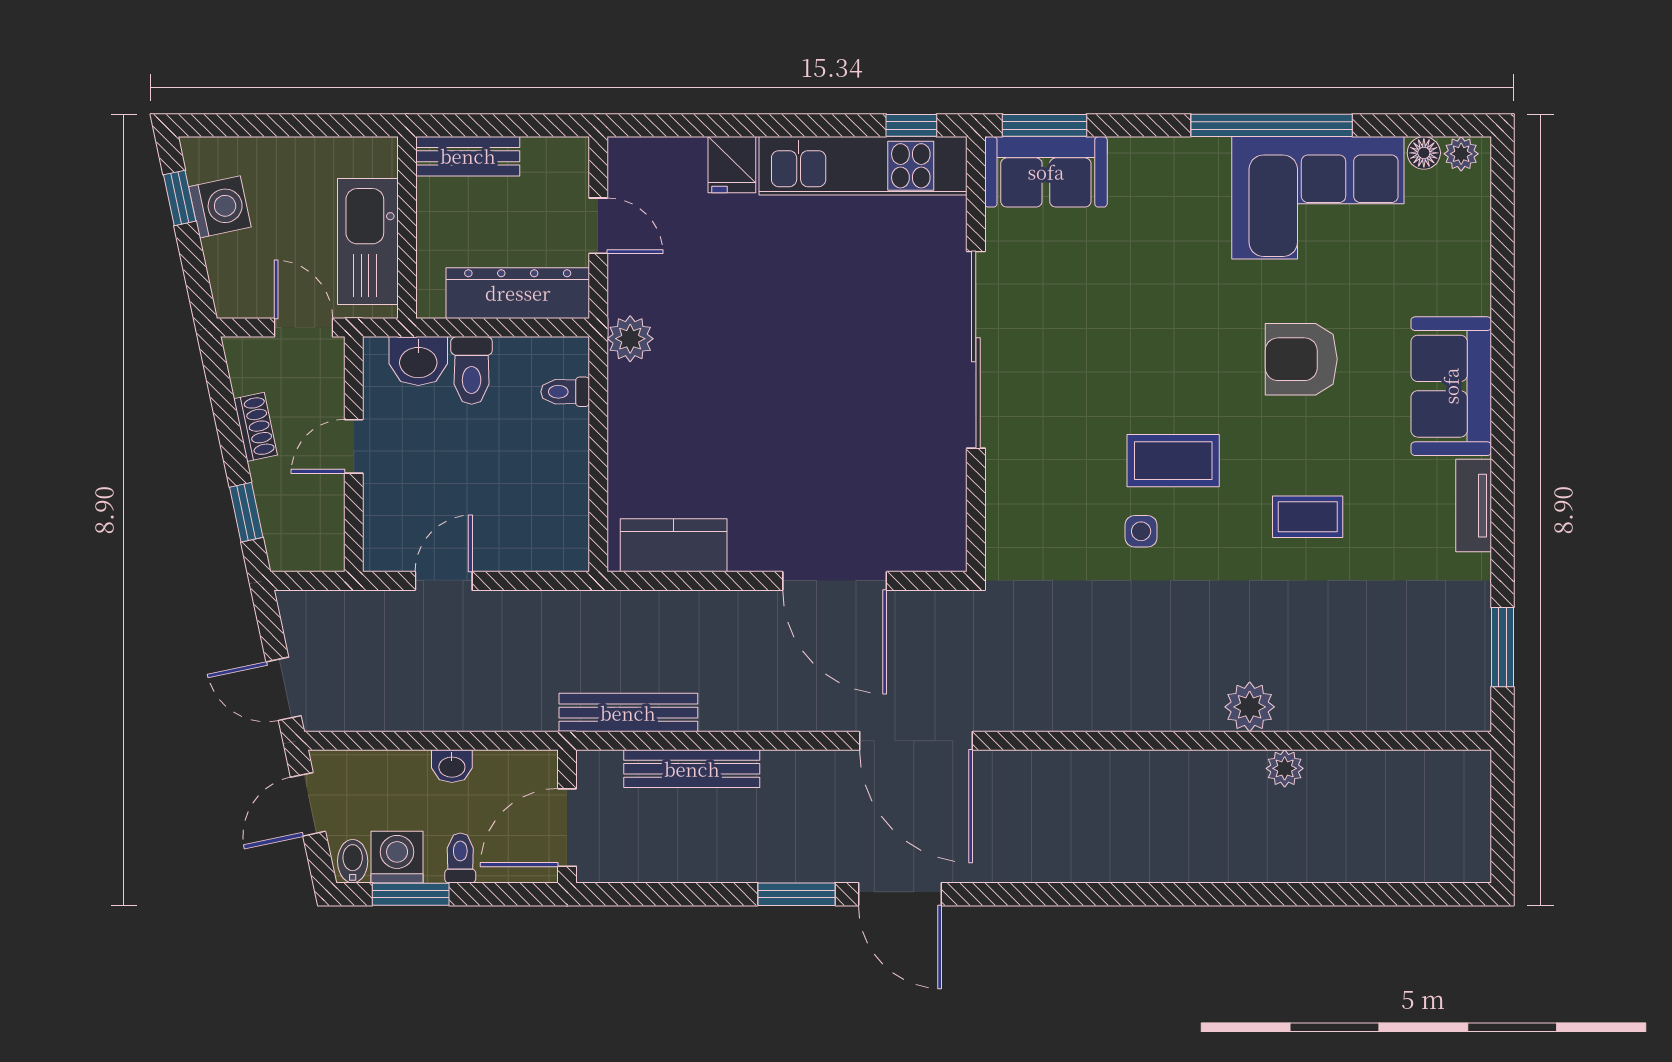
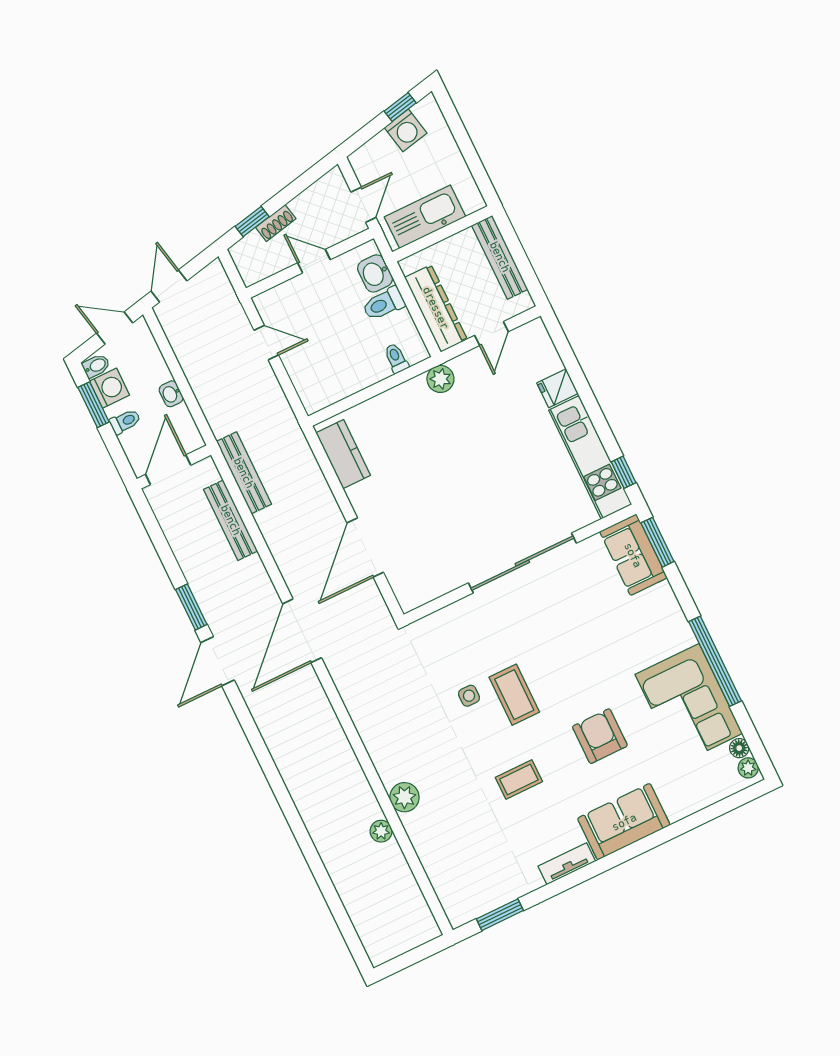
bench: (468, 156) -> (500, 257), width x1.36
shoe rack: (255, 427) -> (276, 223), moved
coffee table: (1308, 517) -> (519, 779), turned 90
door: (567, 828) -> (168, 470), hinge flipped

